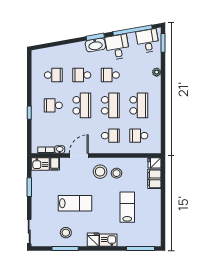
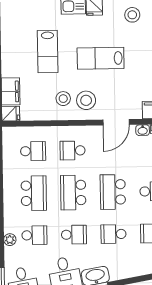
school desk: (82, 75) -> (113, 234), turned 180
school desk: (139, 75) -> (34, 235), added
school desk: (139, 105) -> (34, 193), turned 180
lab bench: (75, 203) -> (101, 58), moved

